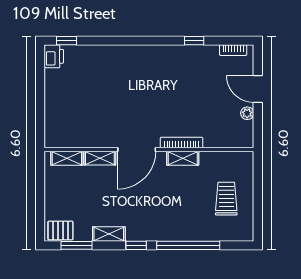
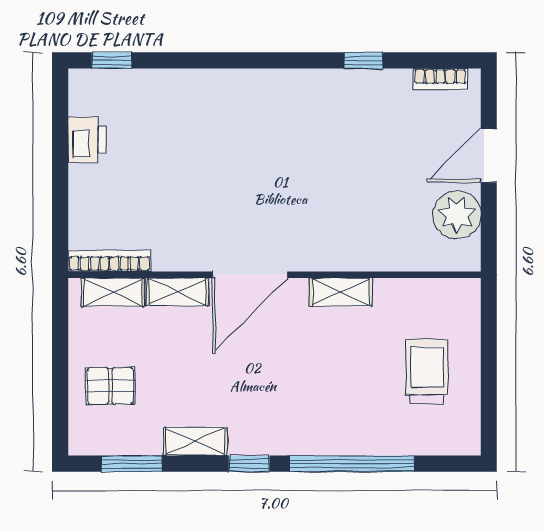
printer: (54, 56) -> (87, 139), moved
door: (258, 89) -> (489, 156), hinge flipped
plant: (247, 113) -> (457, 215), width x1.88, depth x1.88
bookcase: (182, 142) -> (109, 261), moved
pallet: (60, 231) -> (110, 386), moved

